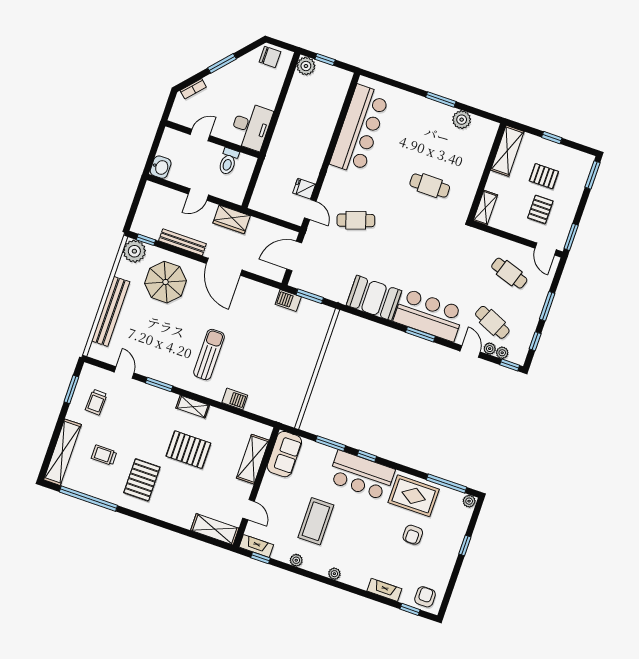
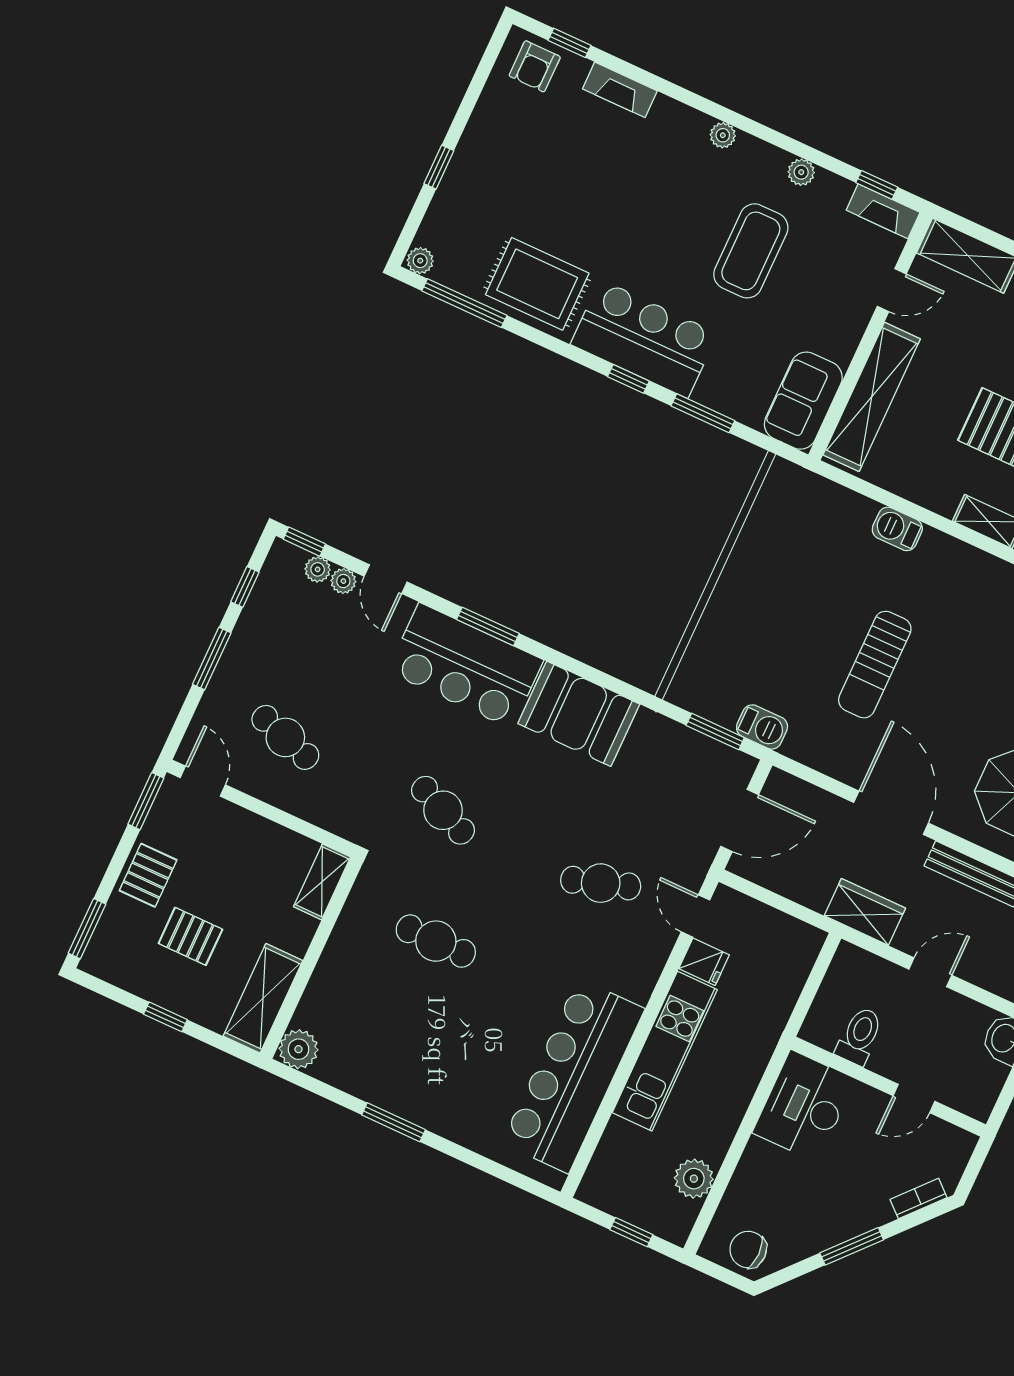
plant: (306, 66) -> (694, 1179), moved
plant: (462, 120) -> (299, 1049), moved
kitchen unit: (318, 145) -> (665, 1051), added
pallet: (540, 209) -> (148, 875), moved
cafe table: (492, 322) -> (443, 810), moved
sun lounger: (209, 355) -> (875, 665), moved
shelving: (253, 459) -> (872, 397), width x1.47
door: (249, 510) -> (892, 290), swing flipped
armchair: (413, 535) -> (547, 201), removed

